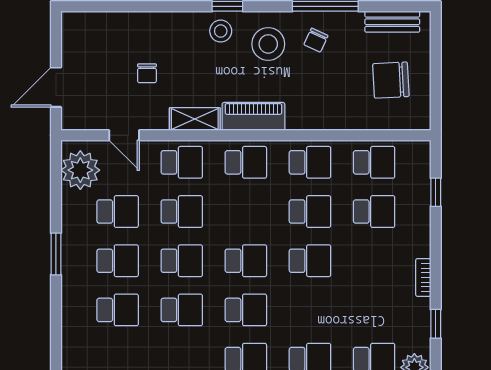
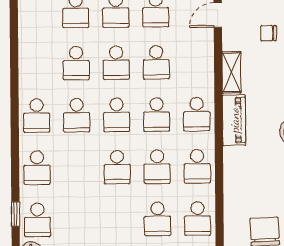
school desk: (182, 162) -> (157, 115), moved

